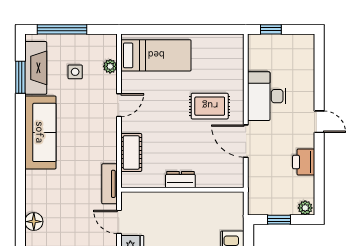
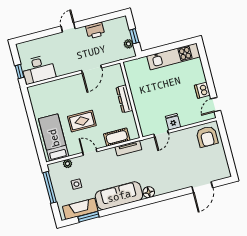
window: (62, 29) -> (50, 187), moved
desk: (267, 96) -> (38, 69), moved
rug: (210, 106) -> (82, 121), moved, turned 90
dresser: (180, 180) -> (124, 99), width x1.44
tv unit: (109, 184) -> (128, 148), moved
plant: (305, 208) -> (128, 44), moved
floor lamp: (34, 222) -> (149, 192), moved

